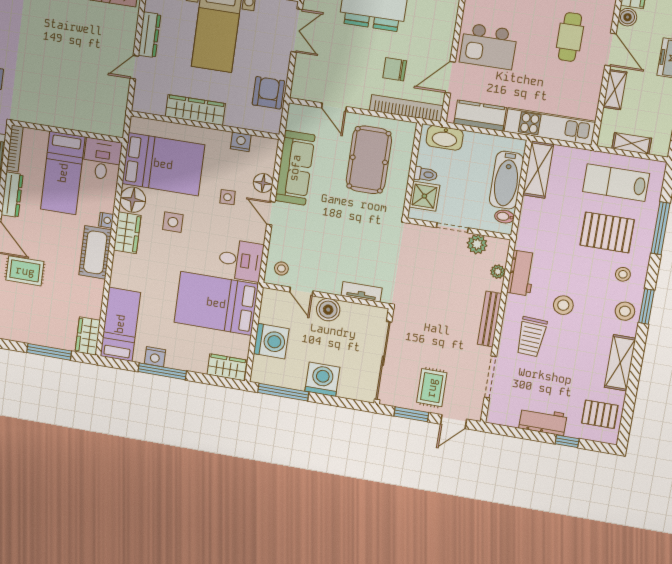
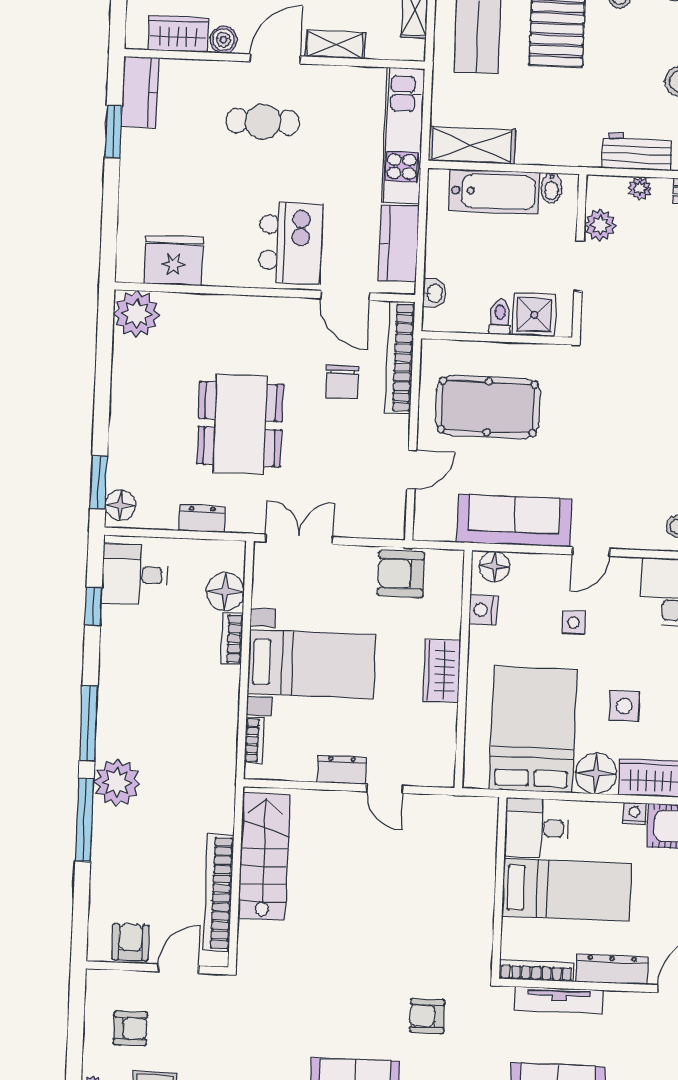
dresser: (149, 35) -> (342, 770), width x0.70
wardrobe: (195, 110) -> (442, 671), width x0.67
washbasin: (445, 138) -> (434, 293), width x0.52, depth x0.69
floor lamp: (263, 183) -> (494, 566), moved

